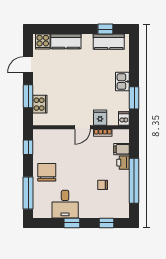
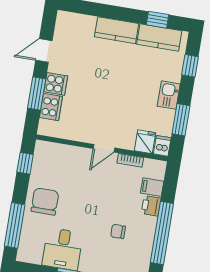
kitchen counter: (66, 41) -> (117, 30), moved
cooker: (43, 42) -> (56, 84), moved, turned -90
window: (134, 58) -> (190, 66), added
fridge: (100, 118) -> (145, 142), moved

